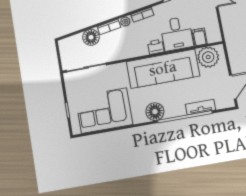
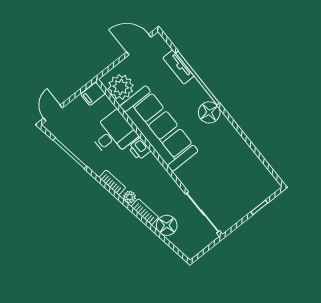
filing cabinet: (200, 37) -> (93, 94), moved
corner sofa: (104, 111) -> (238, 167), removed

